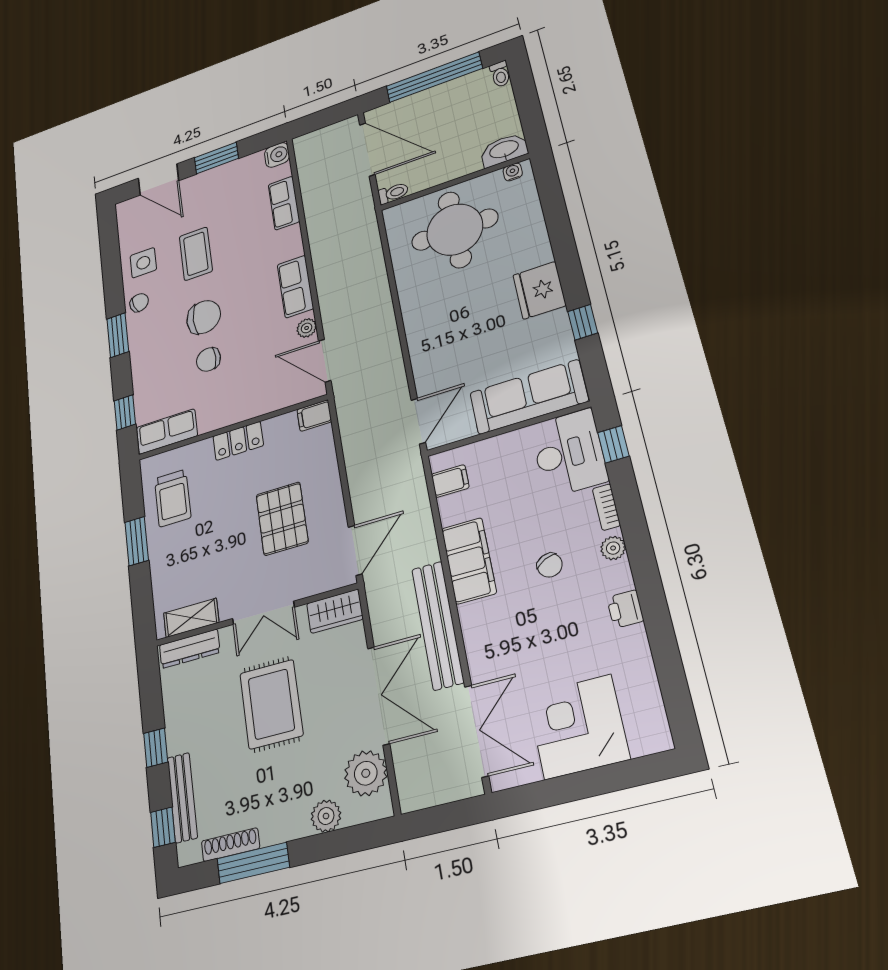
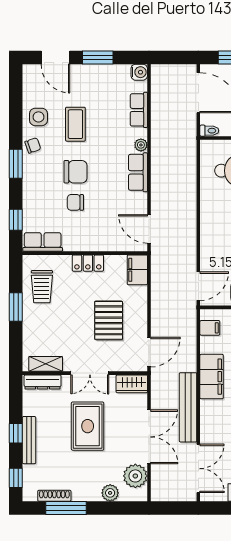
plant: (307, 328) -> (141, 145), moved
filing cabinet: (314, 416) -> (137, 270), width x2.00
bench: (182, 798) -> (29, 440), moved

